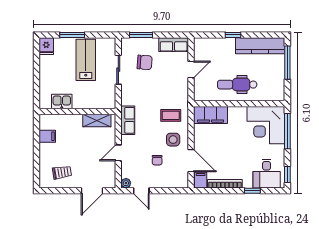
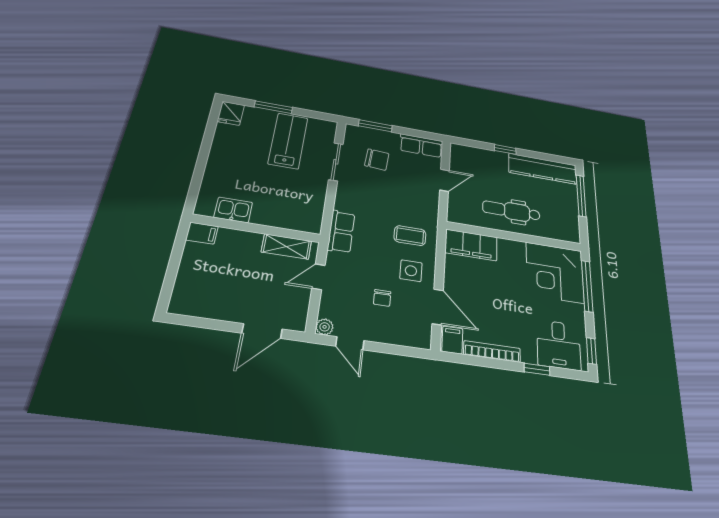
kitchen sink: (62, 102) -> (233, 210), moved
wall: (77, 112) -> (256, 228), moved
shelving: (97, 120) -> (286, 247), moved
trolley: (62, 172) -> (214, 293), removed

